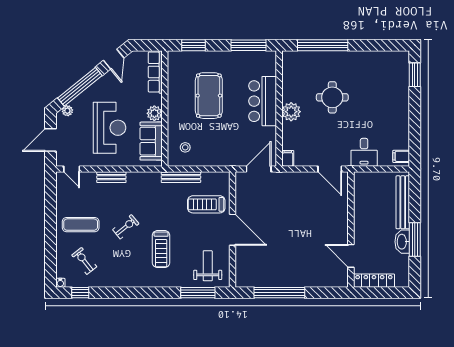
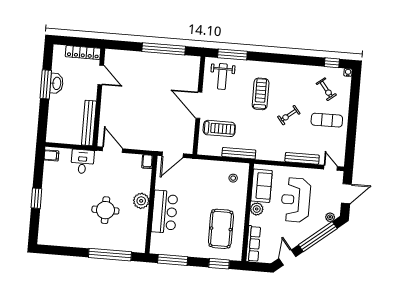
window: (415, 75) -> (36, 198), moved
pool table: (209, 96) -> (221, 229), moved
bench: (111, 177) -> (302, 158), width x1.36
bench: (403, 202) -> (89, 123), moved

